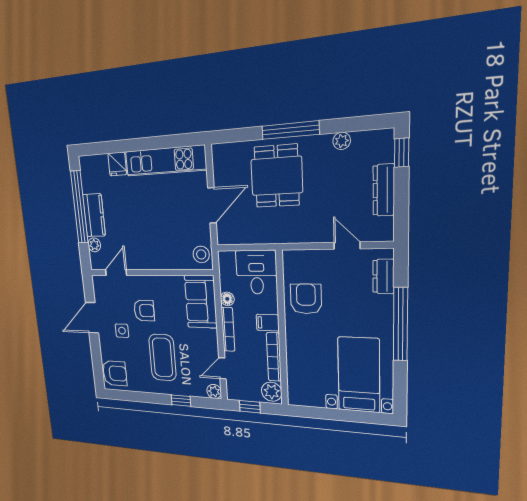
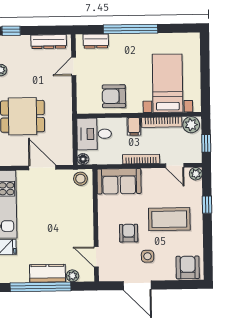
dresser: (384, 190) -> (49, 42), moved
floor lamp: (227, 299) -> (83, 159), moved
bed with nightstands: (359, 375) -> (168, 83), moved, turned 90

